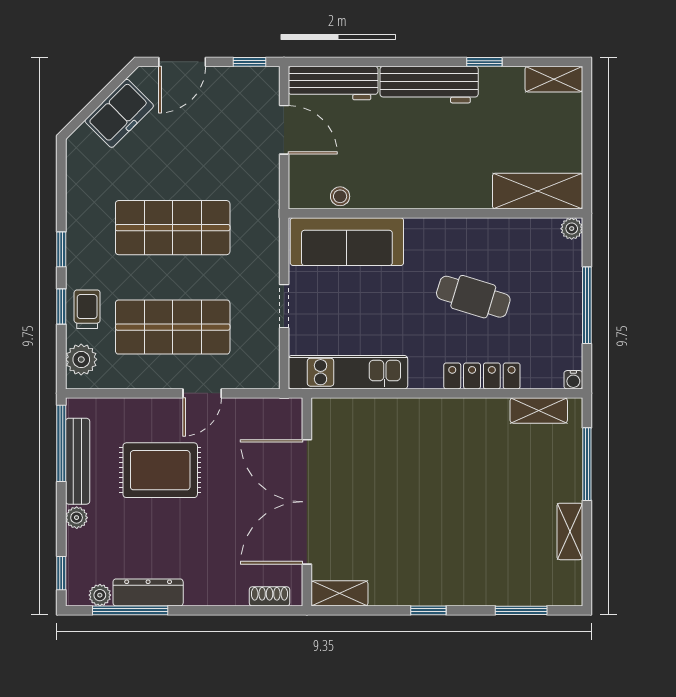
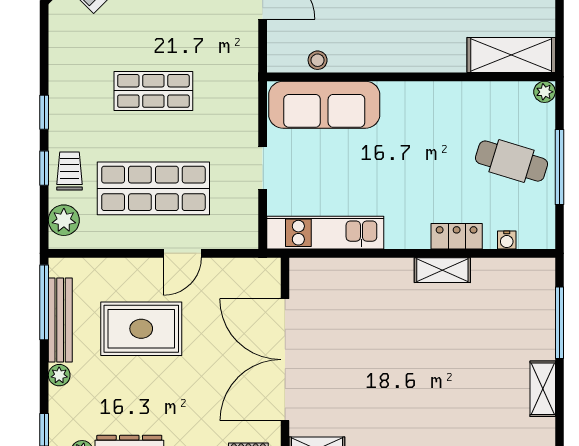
shop shelf: (173, 228) -> (153, 91), width x0.70, depth x0.74
cafe table: (473, 297) -> (512, 161), moved
locker: (482, 376) -> (457, 236), width x0.66
water cooler: (573, 380) -> (507, 240), moved
shelving: (539, 410) -> (442, 270), moved

